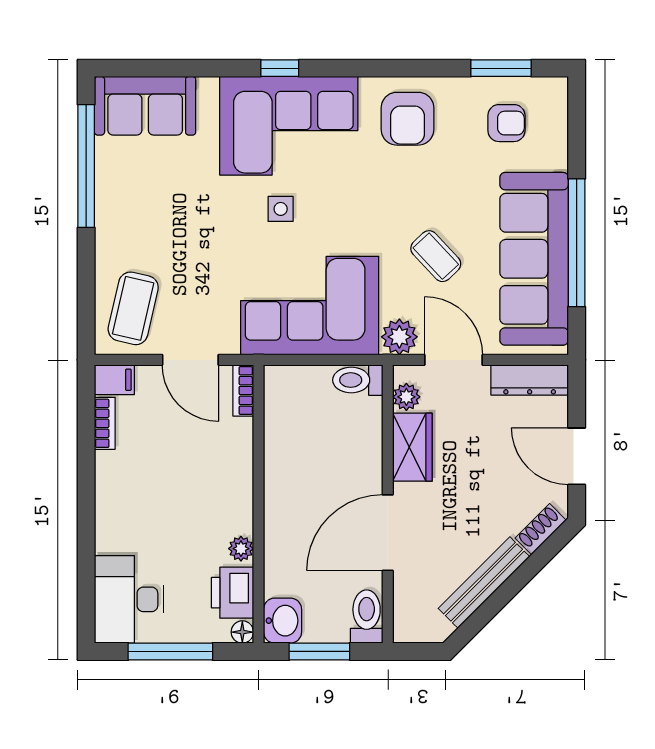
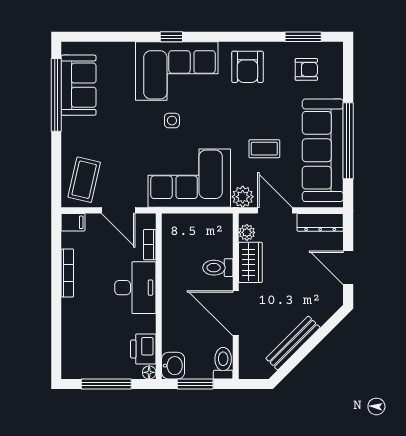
sofa: (145, 106) -> (79, 85), moved, turned -90
coffee table: (436, 256) -> (264, 149), turned -47
toilet: (358, 380) -> (218, 268), moved
bookcase: (243, 391) -> (150, 245), moved
bookcase: (105, 423) -> (67, 273), moved, width x1.56
shoe rack: (541, 529) -> (327, 311), removed
door: (388, 533) -> (236, 313), hinge flipped
plant: (241, 549) -> (148, 323), removed
desk: (129, 599) -> (135, 288), moved, turned 180

